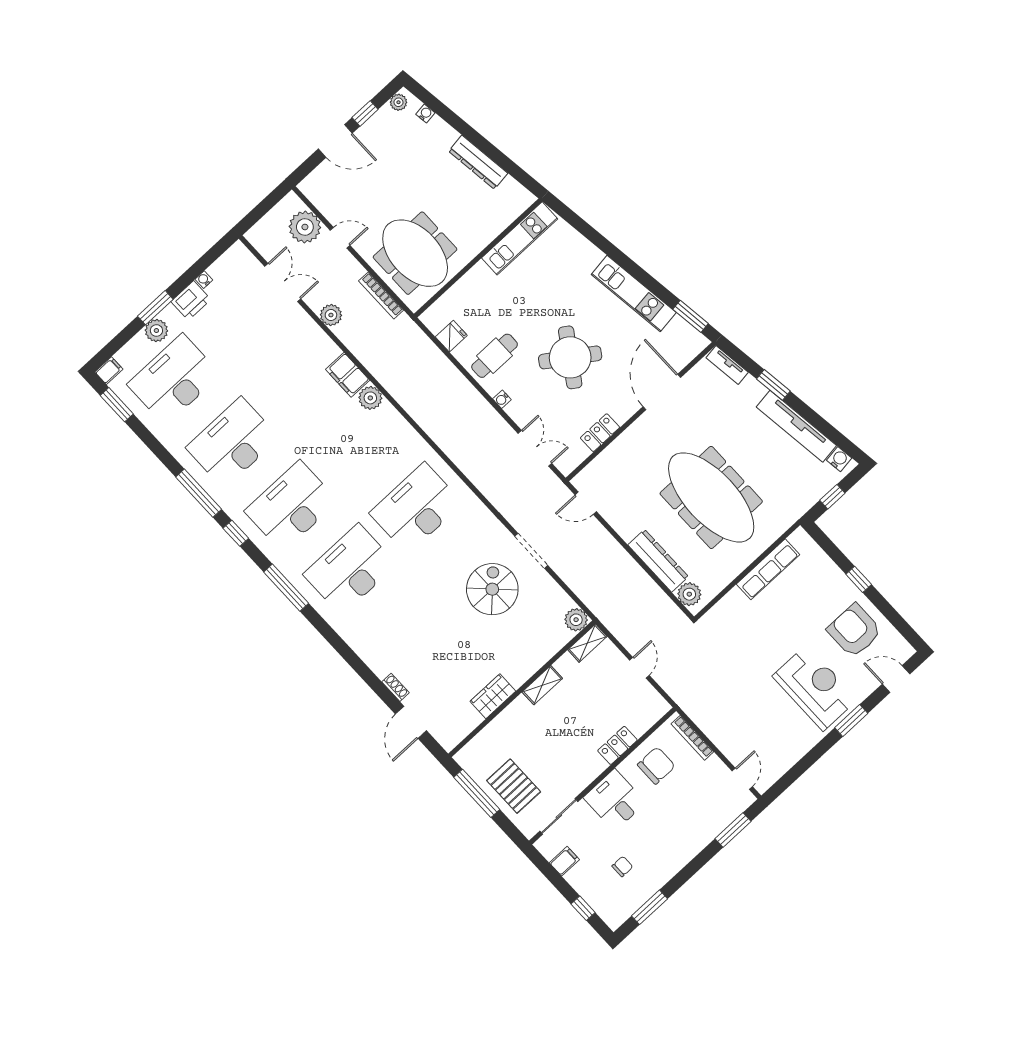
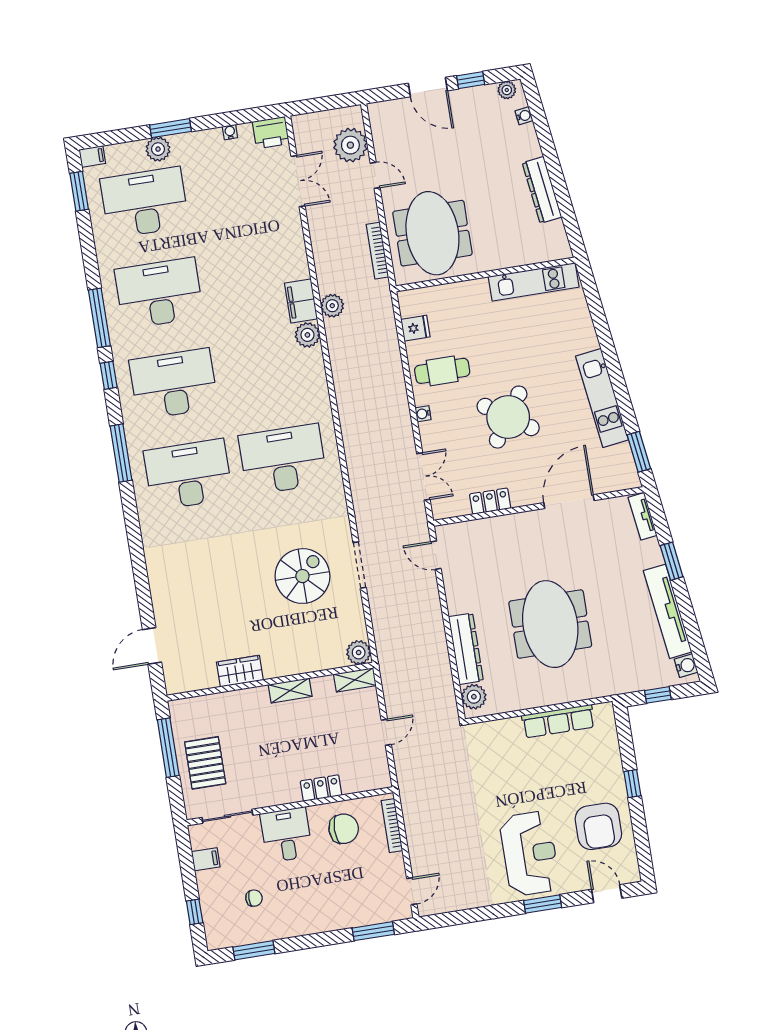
printer: (191, 301) -> (271, 133), moved
plant: (331, 315) -> (332, 306), moved
meeting table: (711, 497) -> (550, 624), width x0.73
armchair: (854, 631) -> (598, 826), turned 180
shoe rack: (396, 687) -> (159, 606), removed

